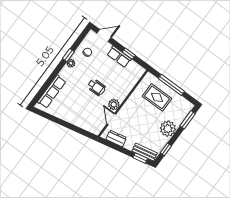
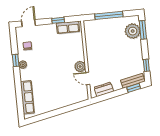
row of seats: (119, 57) -> (68, 27), moved
wheelchair: (96, 87) -> (57, 65), removed
rug: (157, 97) -> (106, 34), removed
plant: (168, 129) -> (133, 31), moved

